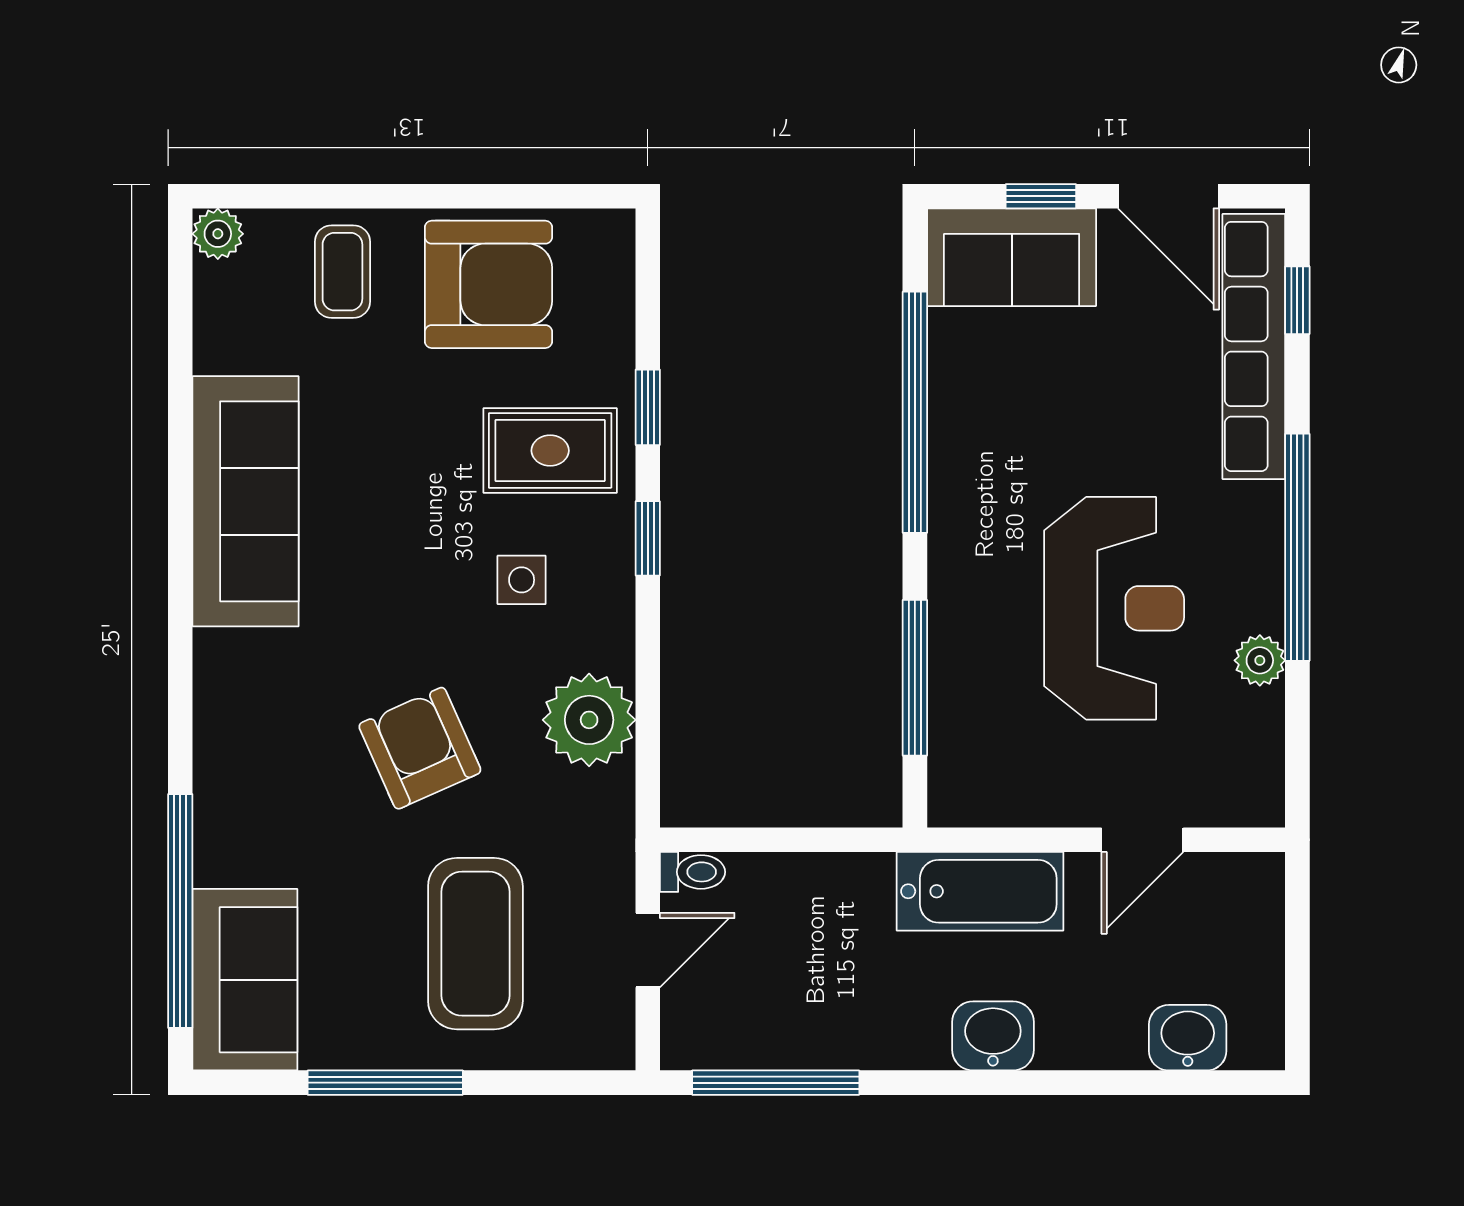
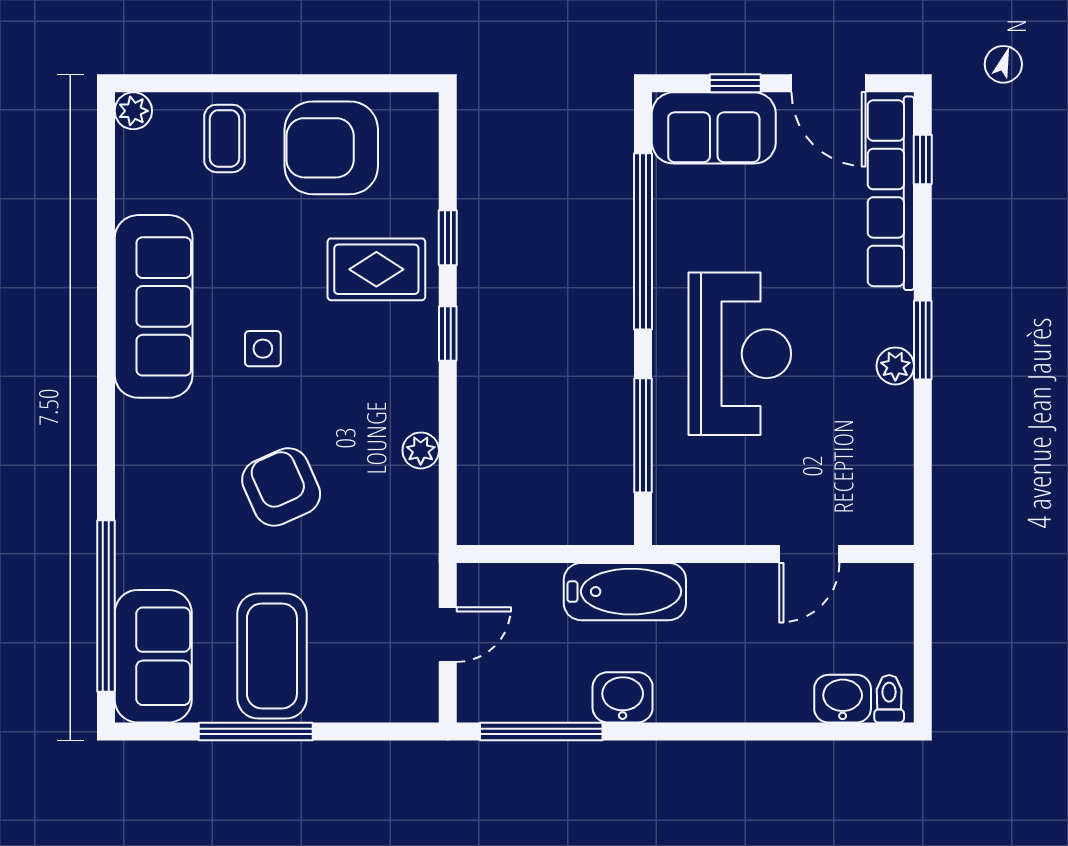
armchair: (488, 284) -> (331, 148), turned 180
window: (1297, 547) -> (923, 340), width x0.47
side table: (522, 580) -> (263, 349), moved
reception desk: (1114, 608) -> (740, 354), moved
plant: (1260, 660) -> (895, 366), moved
plant: (589, 720) -> (421, 450), width x0.53, depth x0.53
toilet: (692, 872) -> (889, 699), moved, turned -90
bathtub: (980, 891) -> (625, 592), moved
coffee table: (475, 944) -> (272, 656), moved
washbasin: (993, 1036) -> (623, 697), moved

